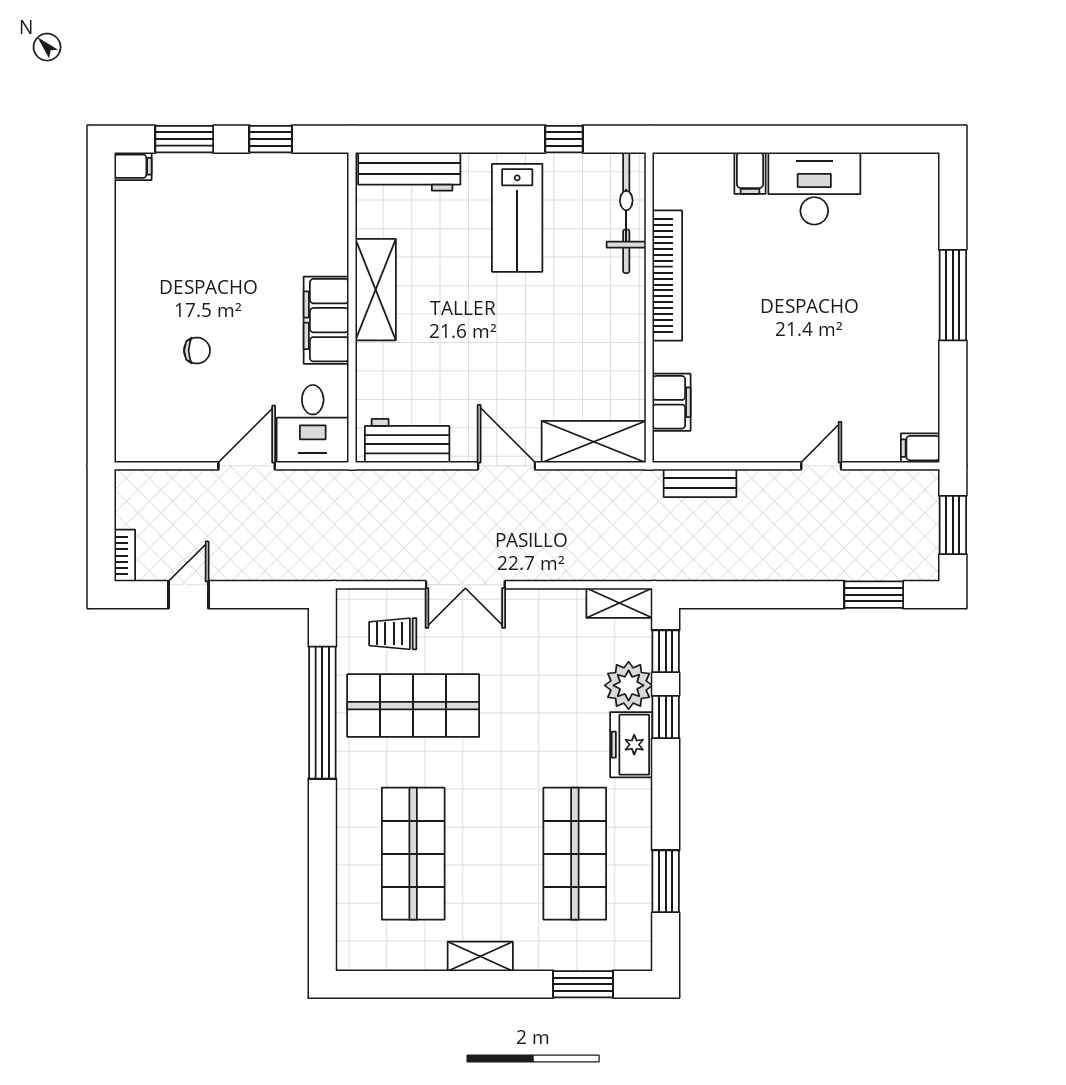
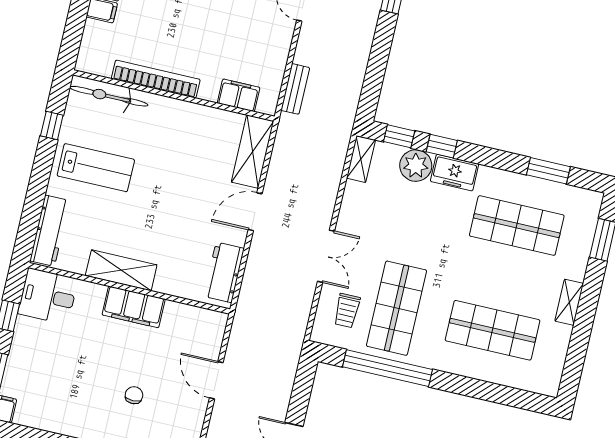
desk: (313, 424) -> (48, 296), moved, turned 180

